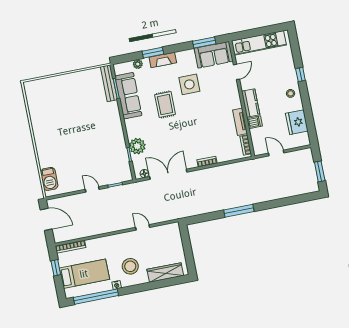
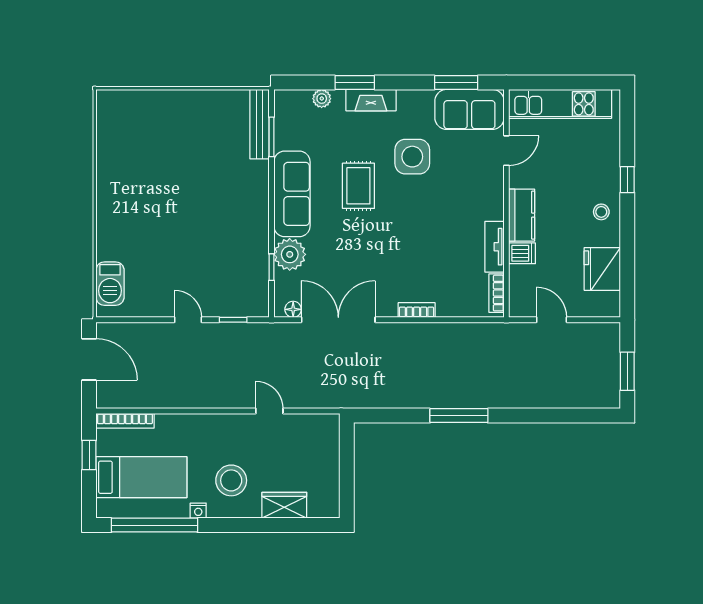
sofa: (128, 96) -> (292, 194), moved
wardrobe: (165, 272) -> (284, 505), width x0.67

